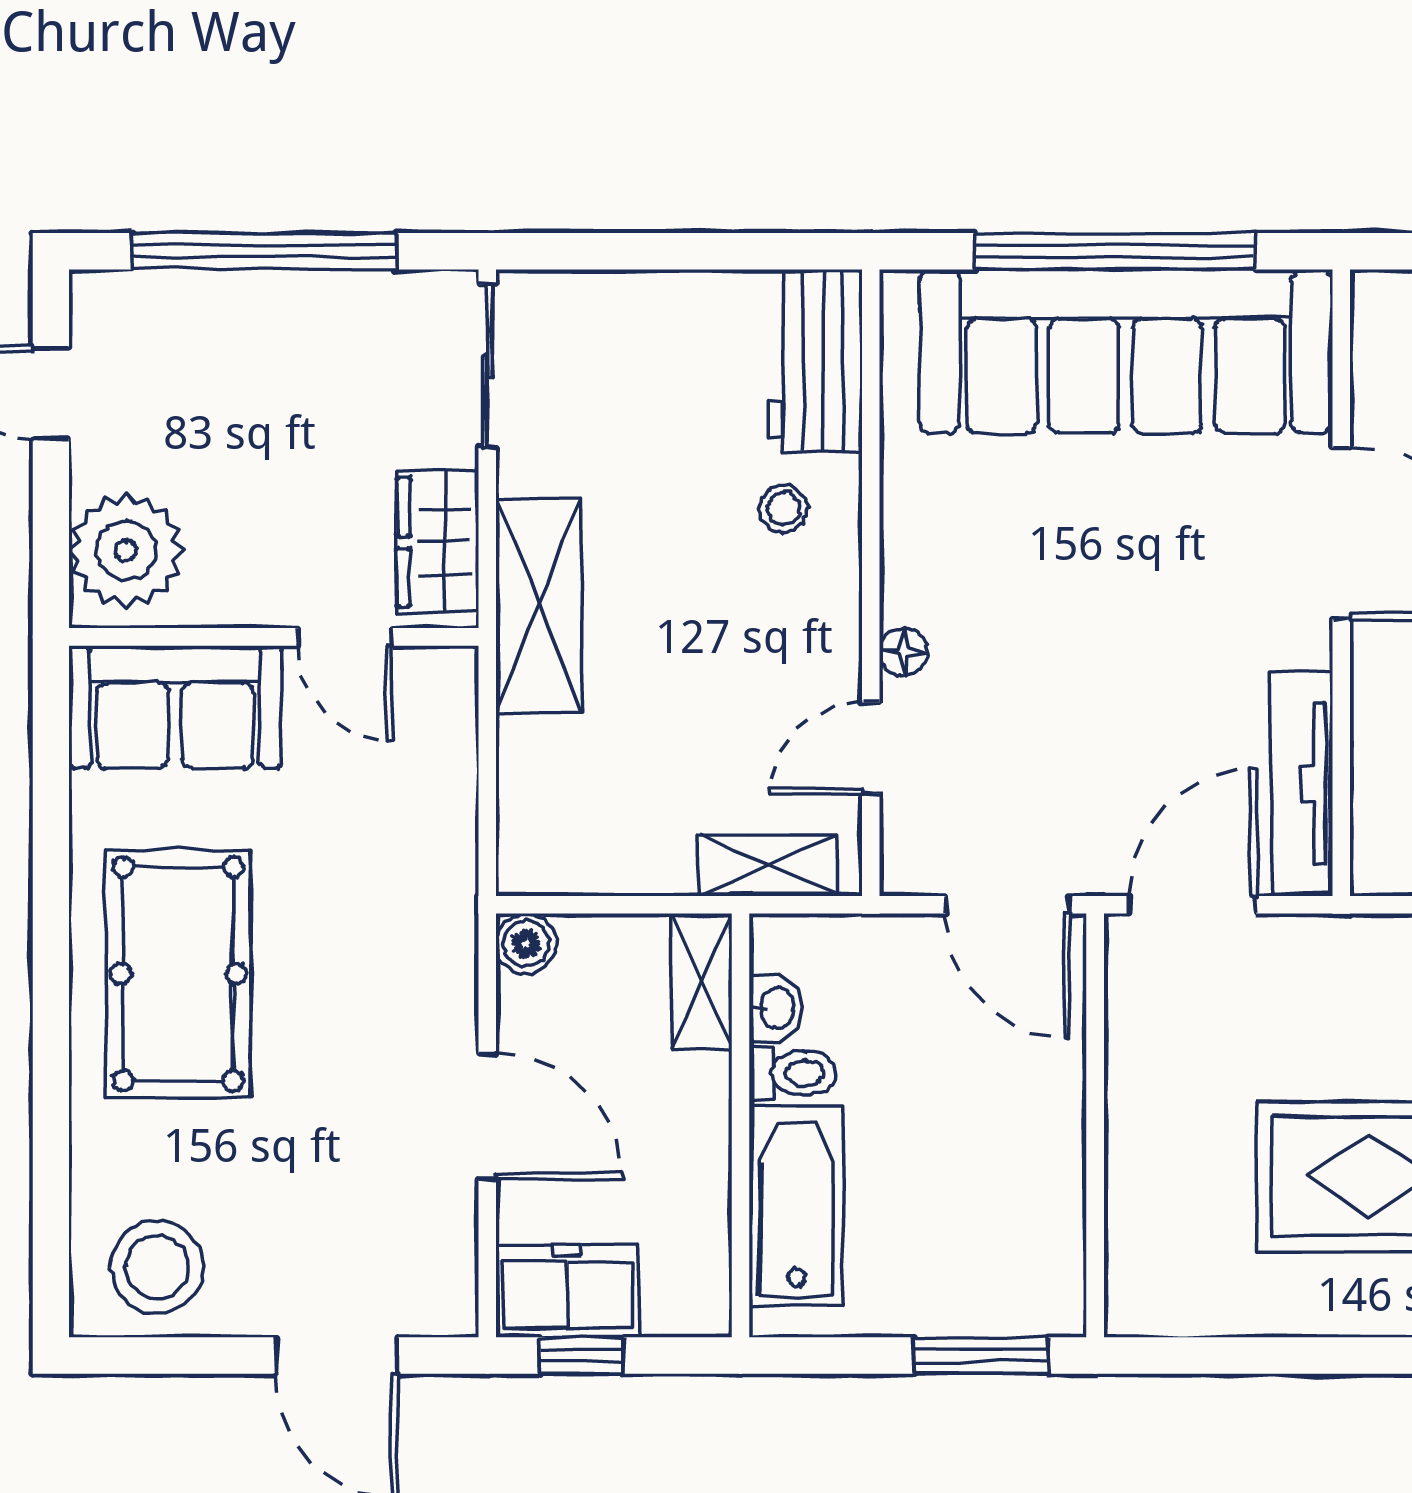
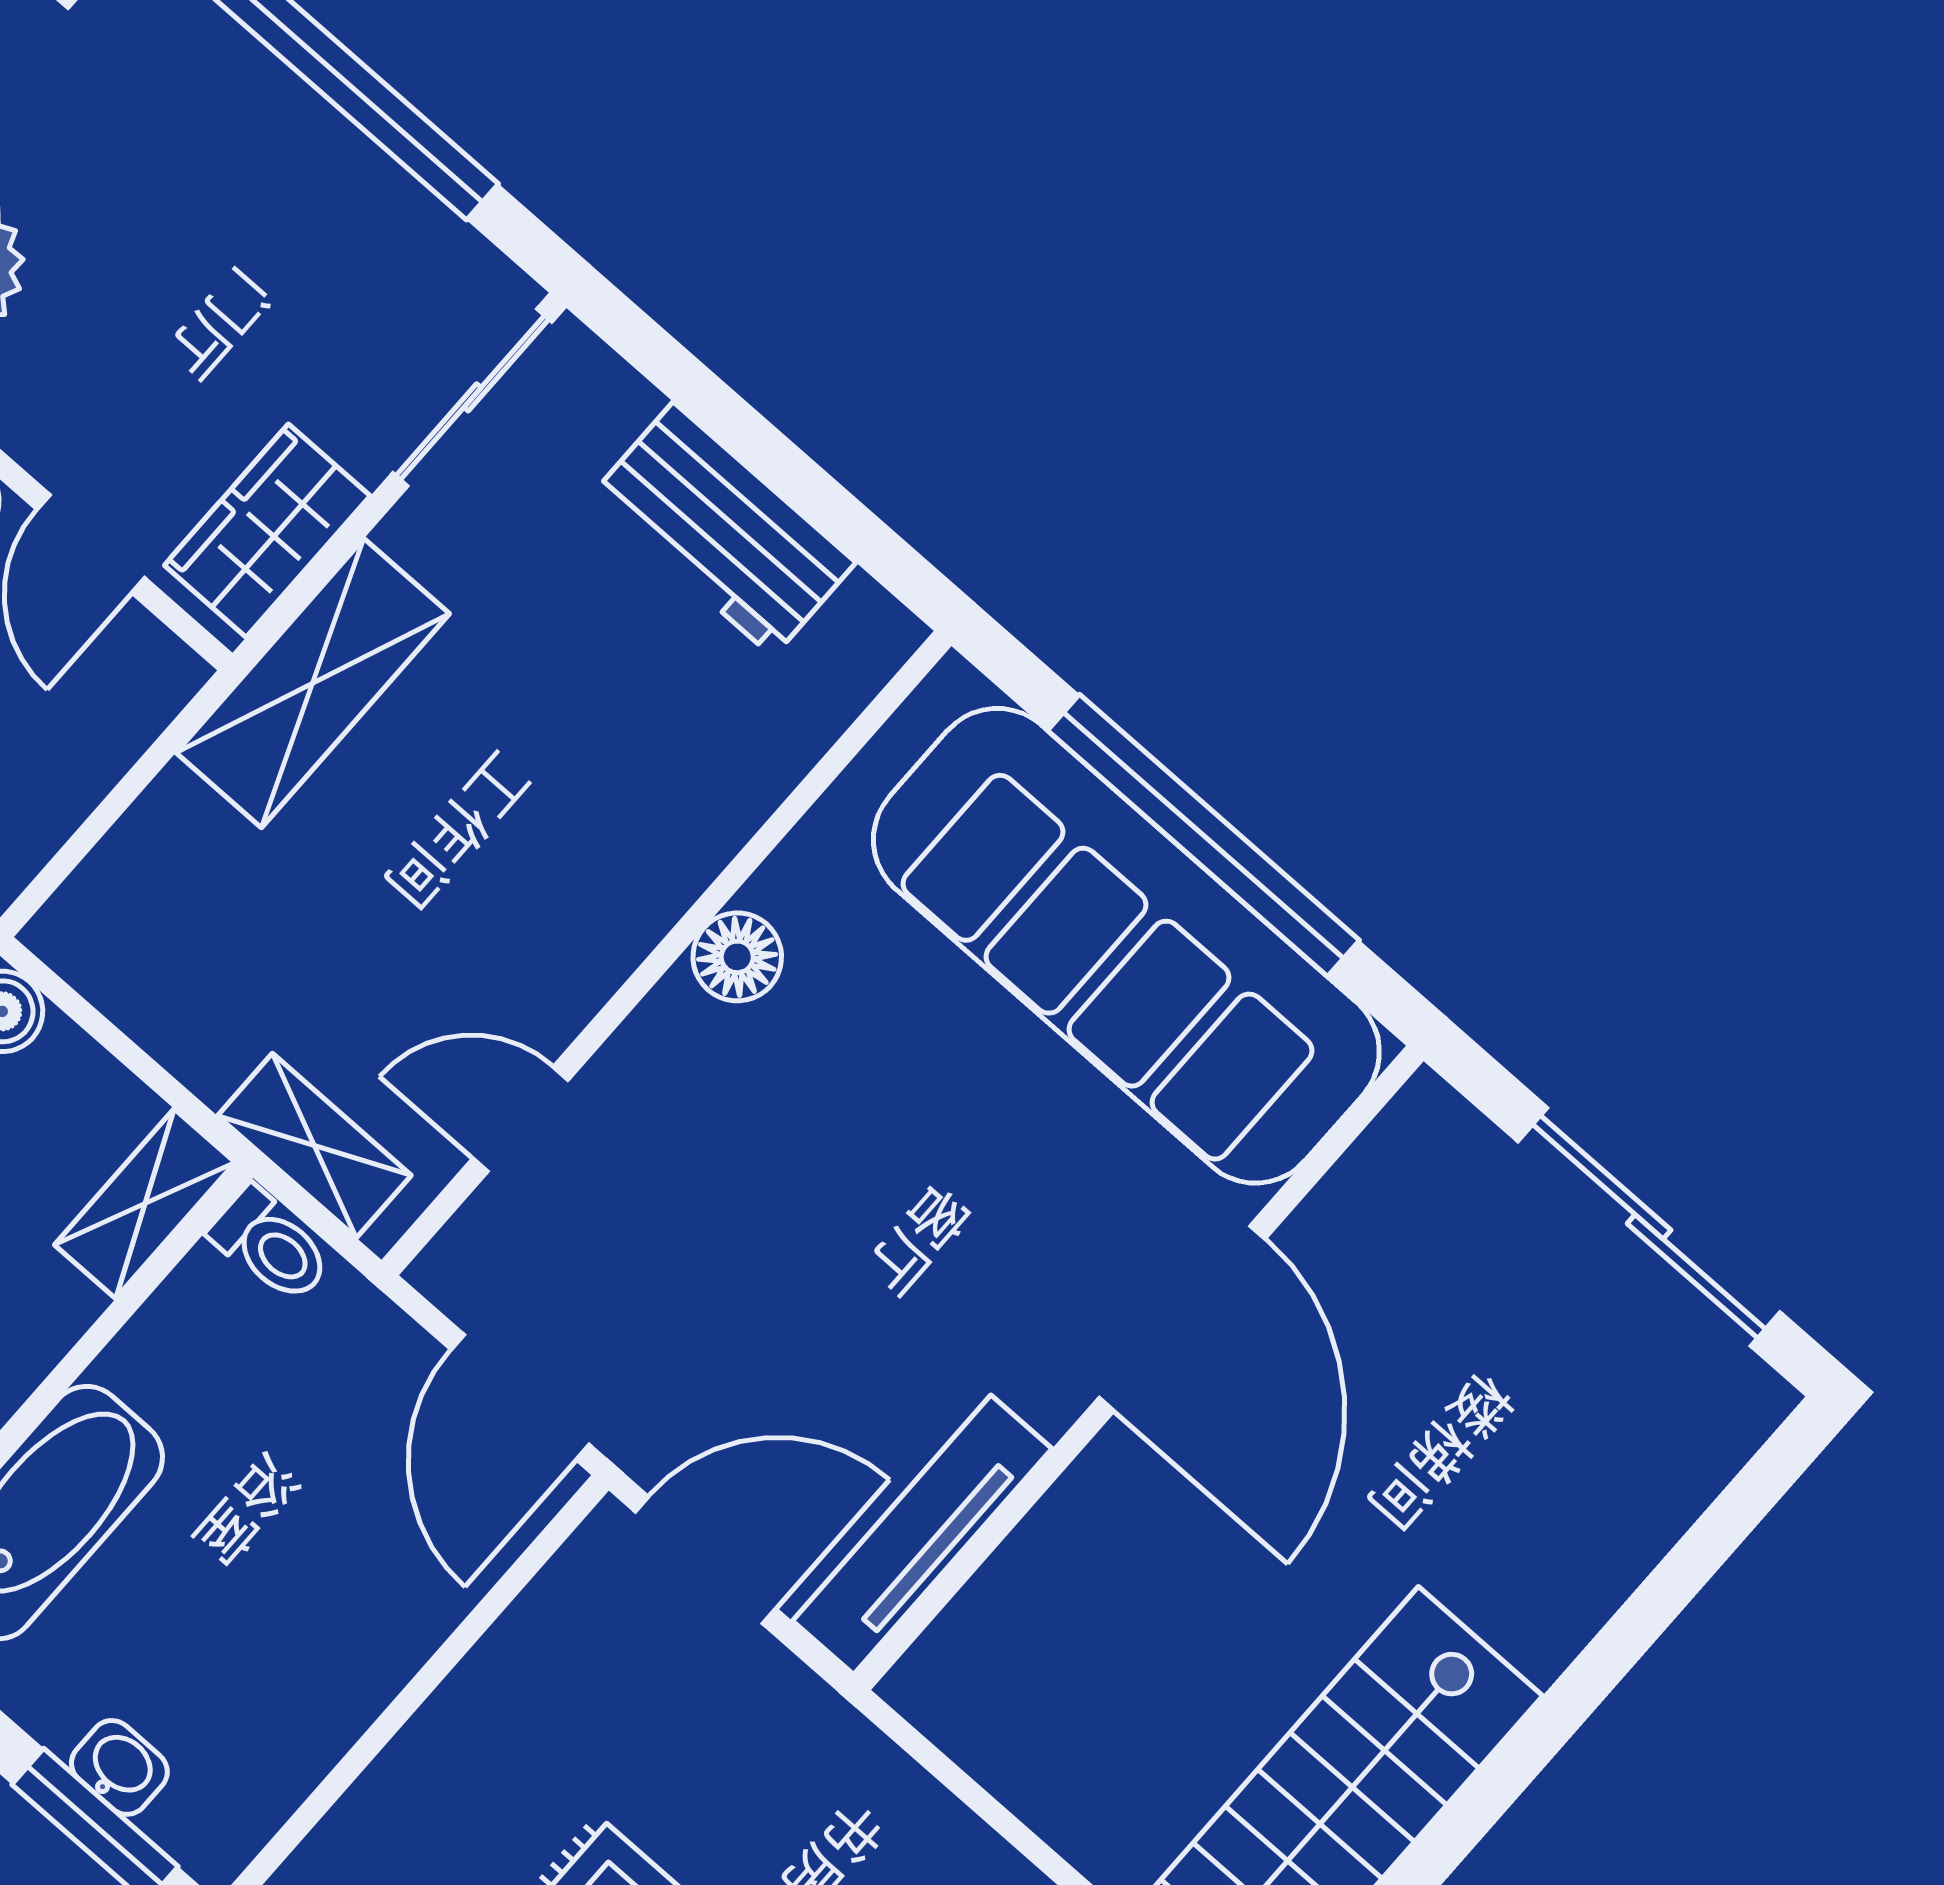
workbench: (815, 360) -> (723, 529), moved, turned -90
stool: (784, 509) -> (644, 802), removed
floor lamp: (904, 652) -> (737, 957), moved, width x1.37, depth x1.37
washbasin: (776, 1008) -> (119, 1767), moved, turned -90
toilet: (793, 1073) -> (271, 1245), moved

